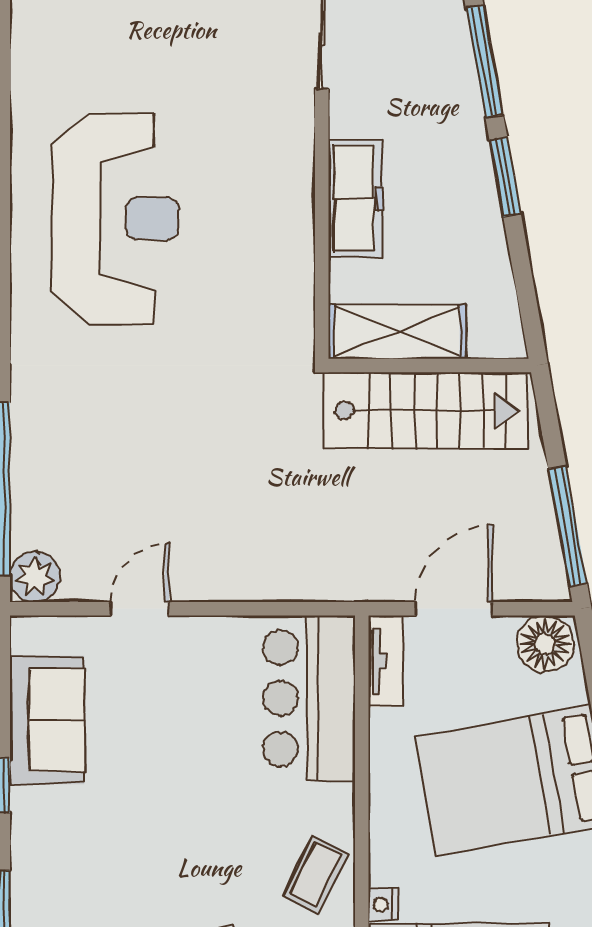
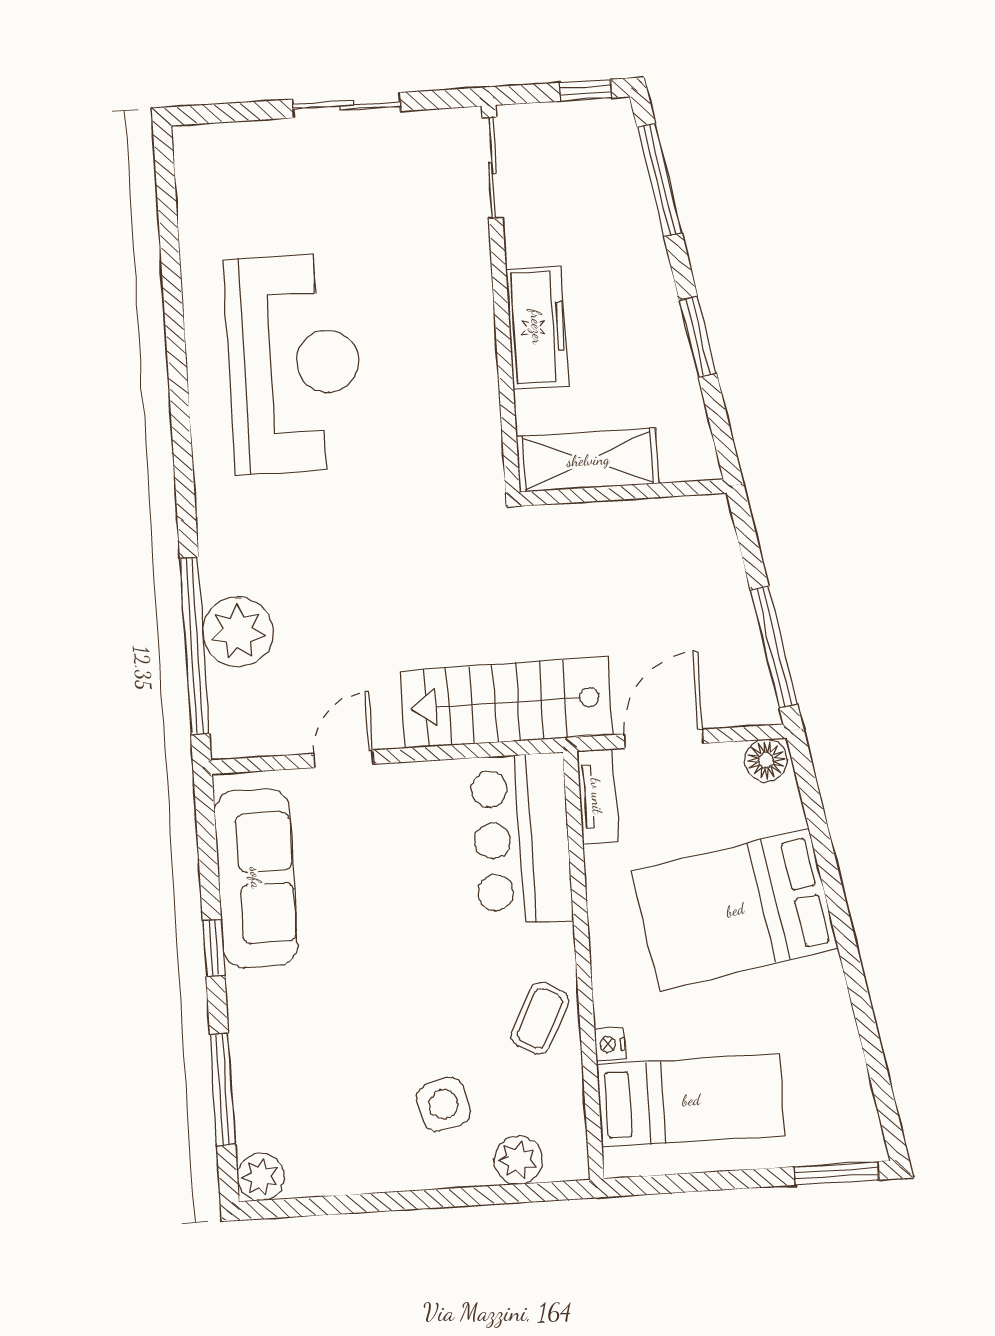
window: (505, 177) -> (698, 337), moved
stairs: (426, 410) -> (506, 703), moved, turned 180
plant: (35, 577) -> (238, 632), moved, width x1.36, depth x1.36
floor lamp: (545, 644) -> (766, 760), width x0.73, depth x0.73
sofa: (47, 720) -> (256, 878), width x1.36

